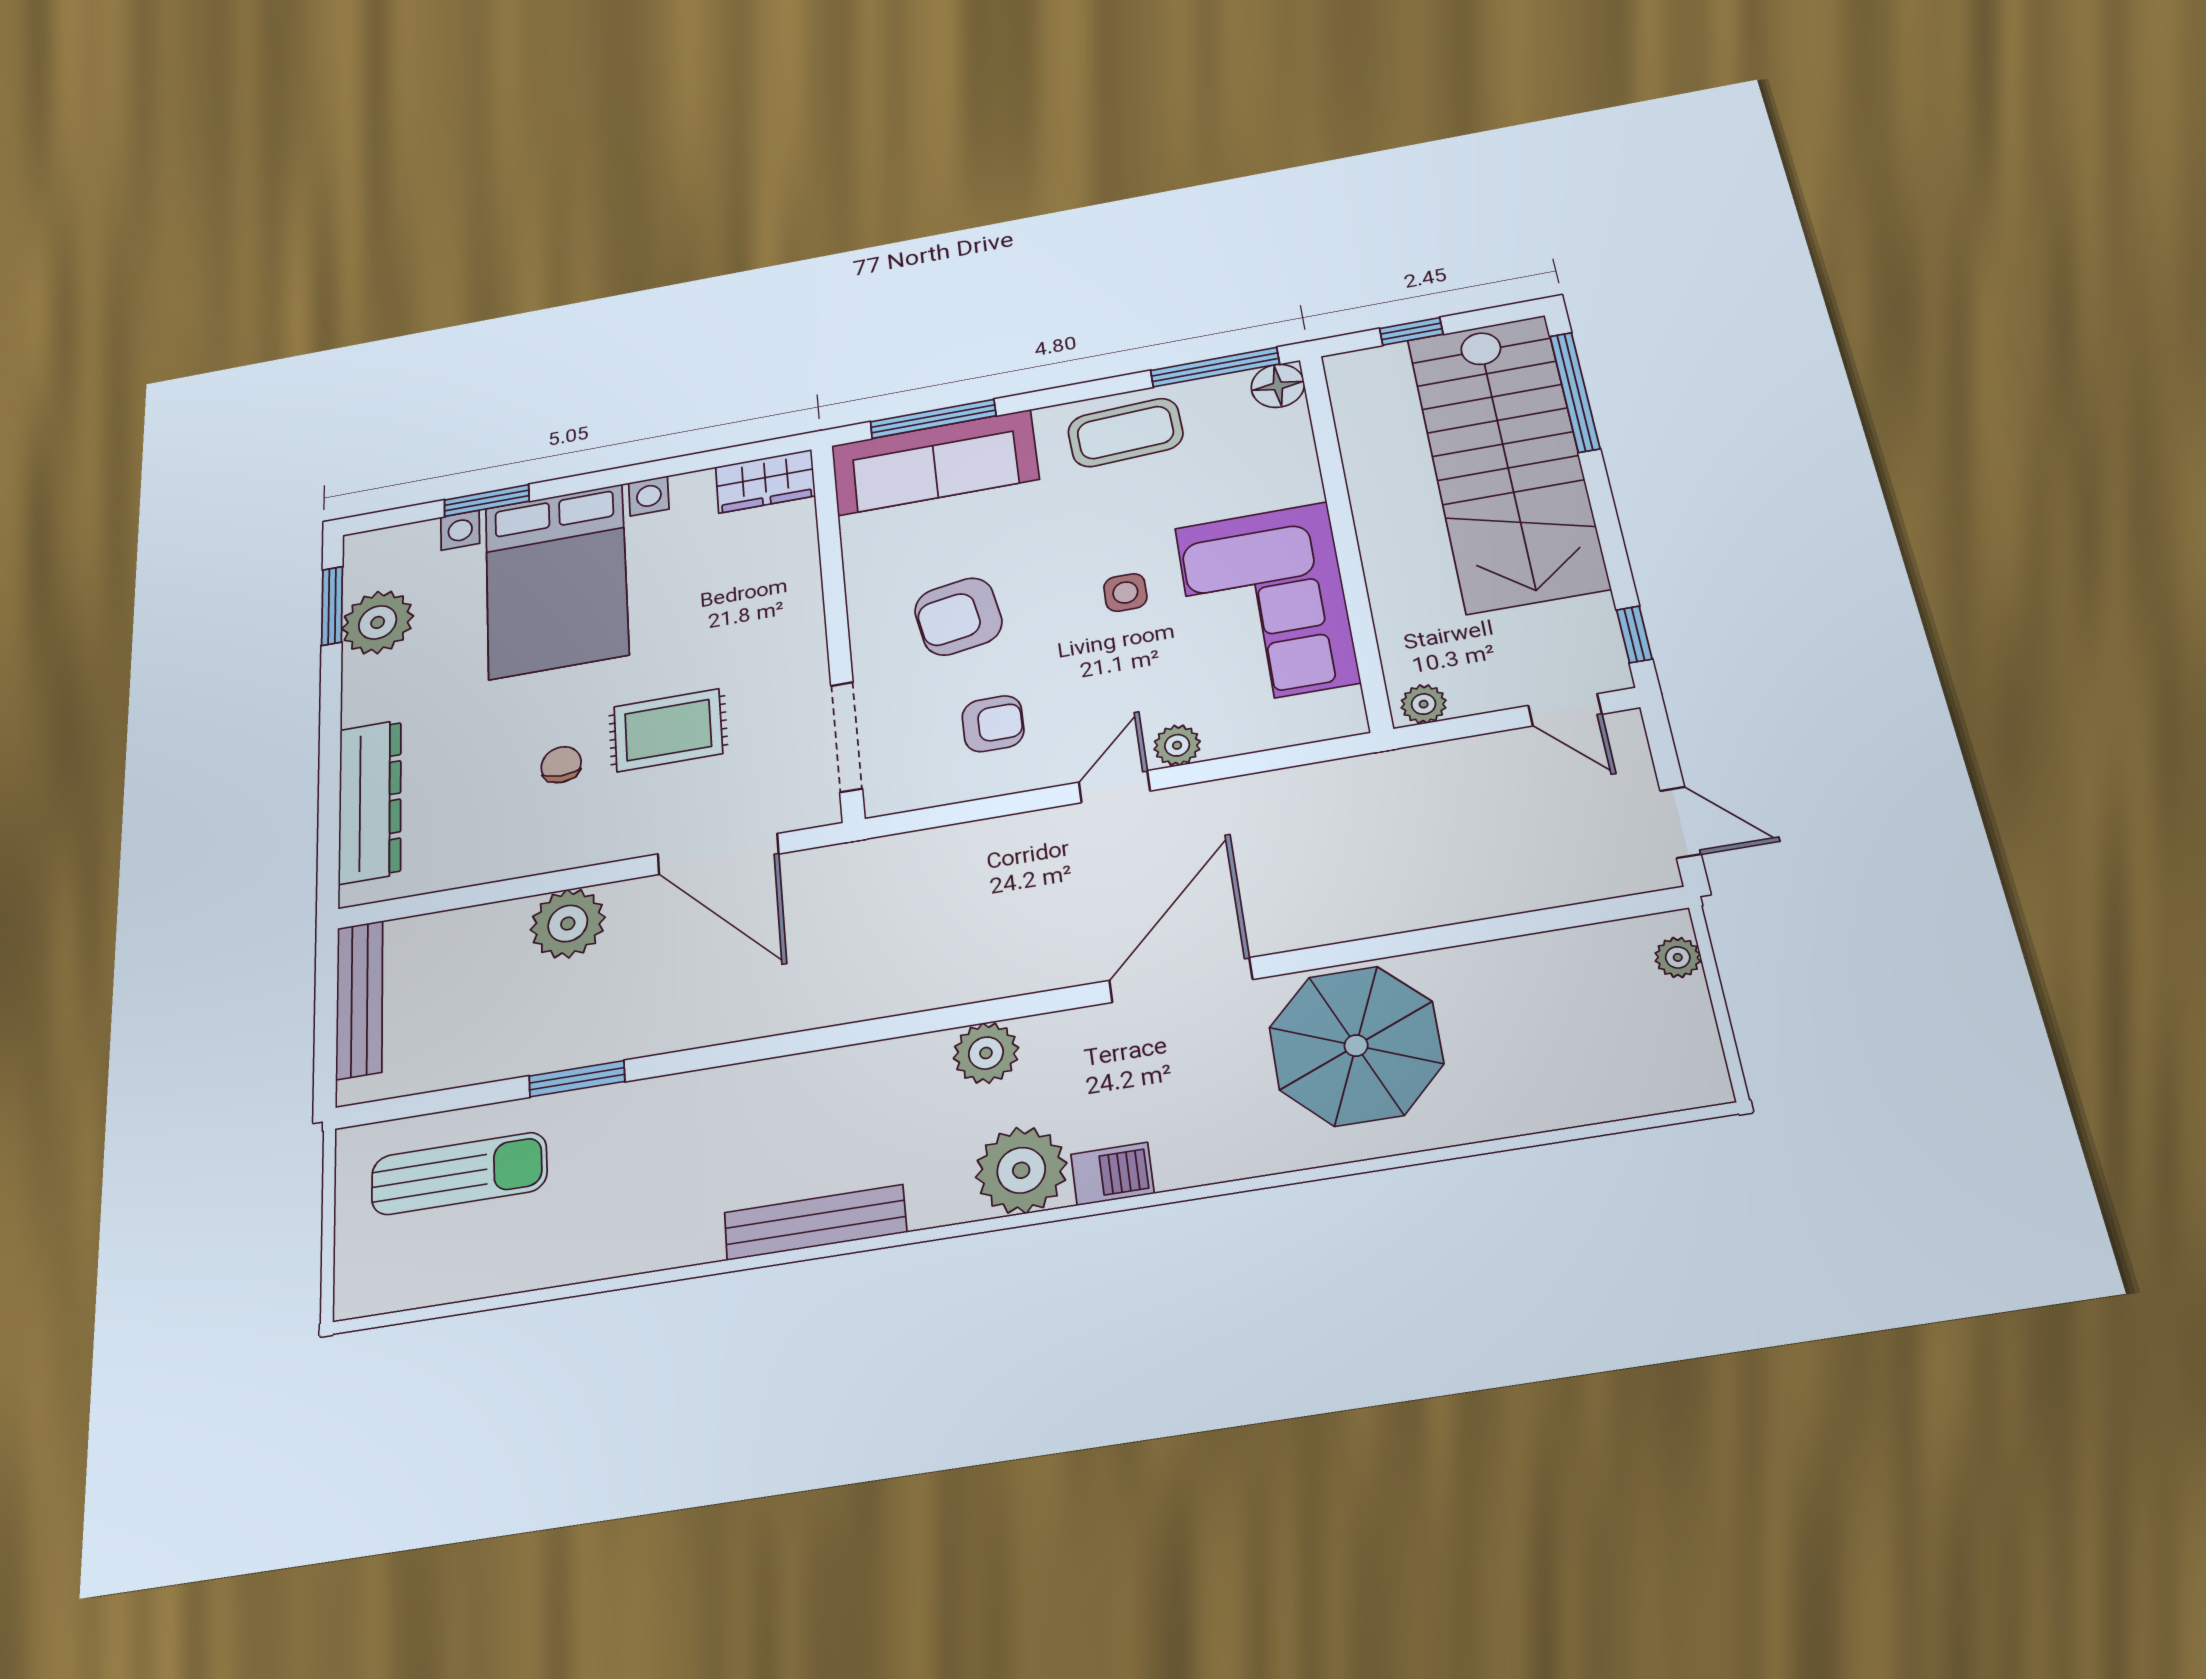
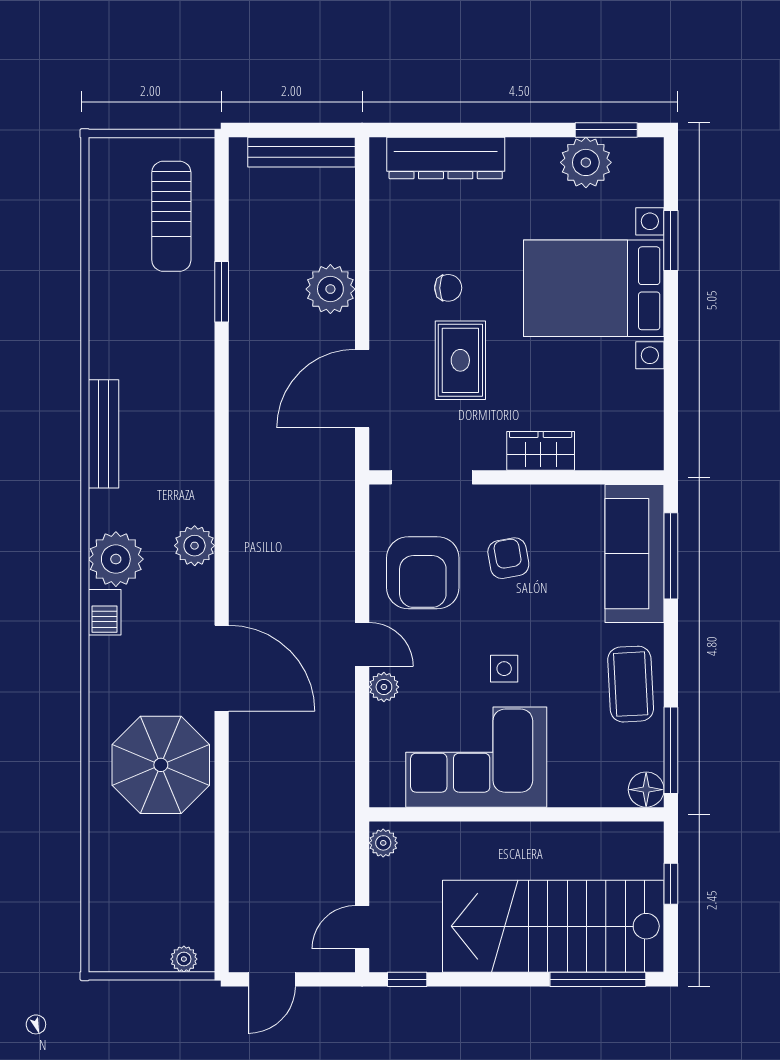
wardrobe: (765, 481) -> (541, 451), moved, turned 90
armchair: (958, 617) -> (508, 558), width x0.72, depth x0.72
armchair: (993, 724) -> (423, 573), width x1.88, depth x1.88

